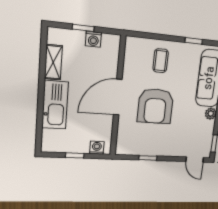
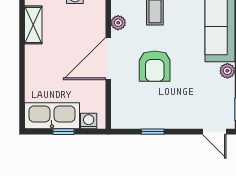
plant: (129, 67) -> (118, 23), added
kitchen sink: (55, 105) -> (52, 116), moved, turned -90
armchair: (155, 106) -> (155, 66), width x0.73, depth x0.73

